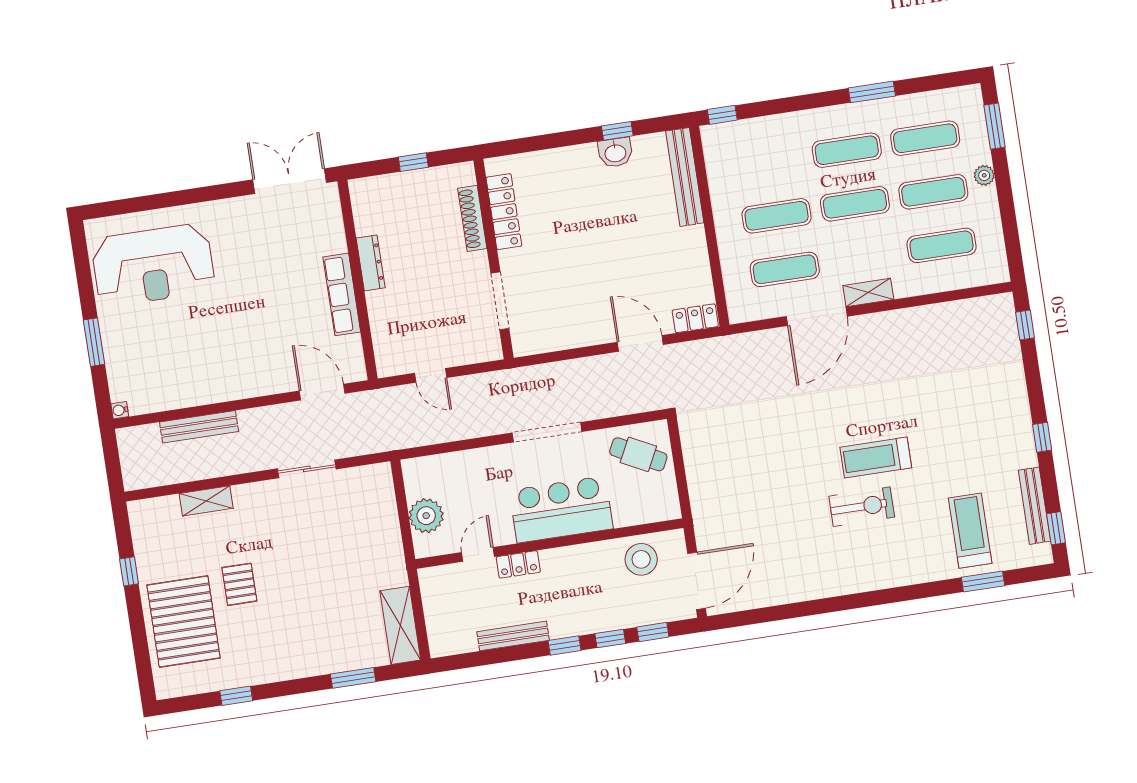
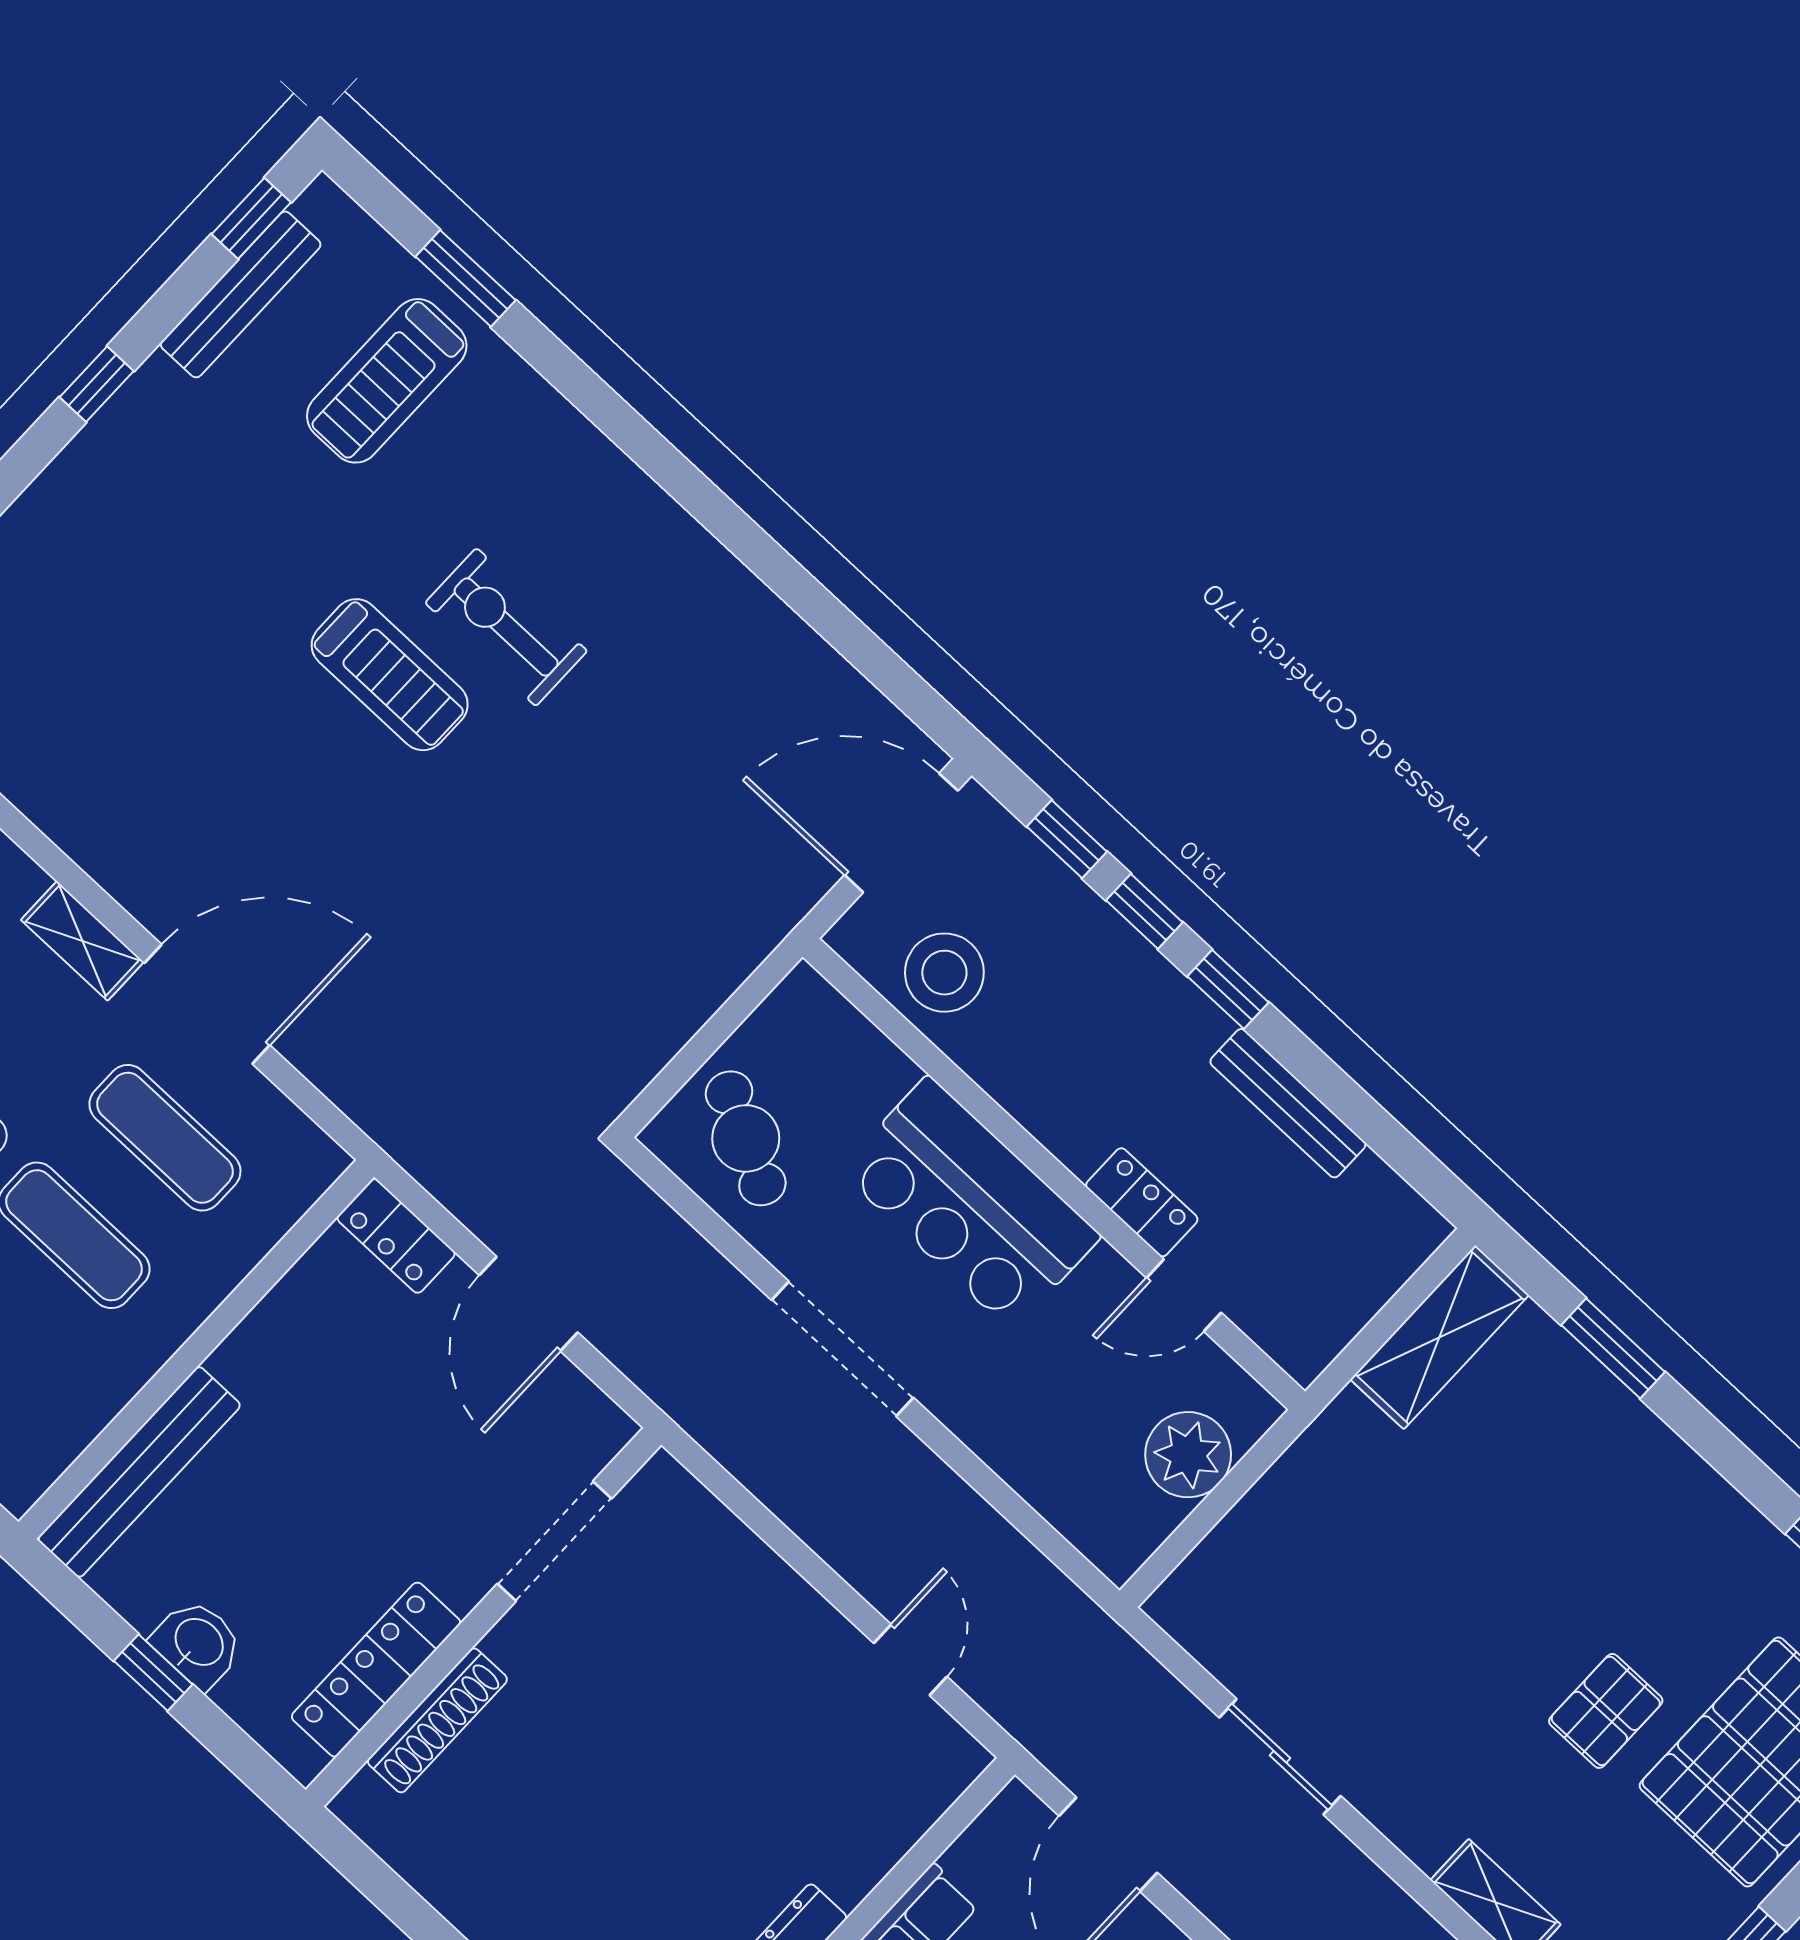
locker: (504, 212) -> (376, 1670), moved
shoe rack: (472, 218) -> (437, 1720), moved
wall: (493, 259) -> (484, 1617), moved
doorway: (500, 301) -> (555, 1541), moved

